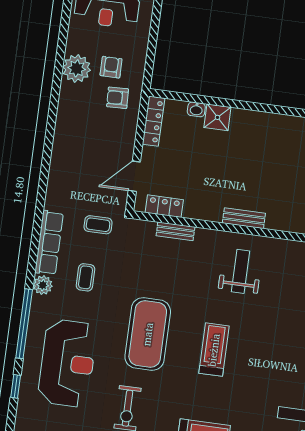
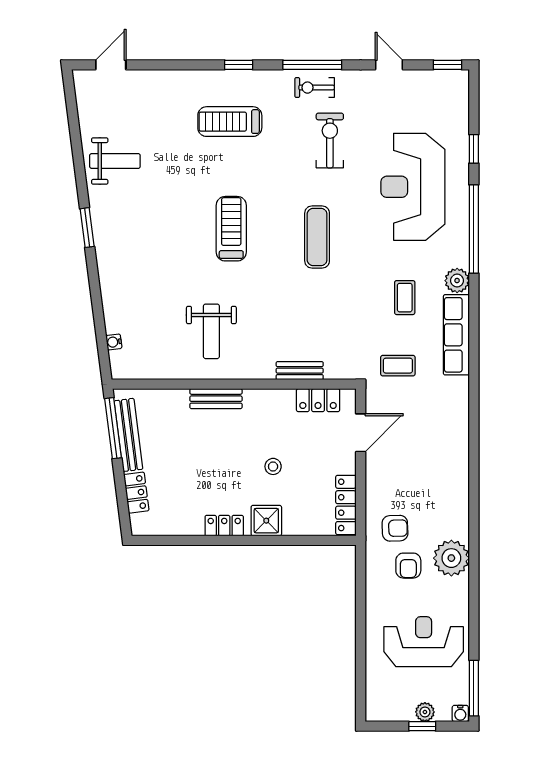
washbasin: (196, 109) -> (294, 527), removed
locker: (251, 118) -> (224, 526), added
stool: (206, 159) -> (273, 466), added
exercise mat: (148, 334) -> (317, 237), width x0.50, depth x0.69
treadmill: (214, 350) -> (231, 229), turned 180

